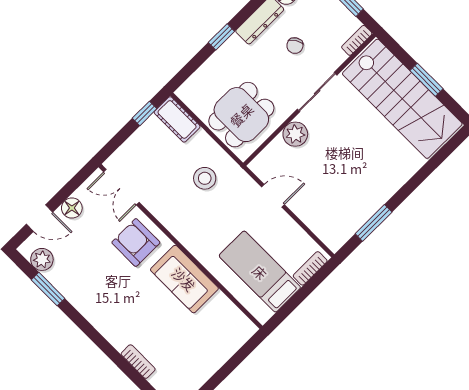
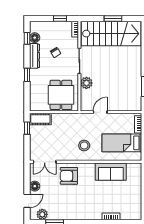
stool: (205, 178) -> (84, 145), moved
sofa: (184, 279) -> (111, 172), moved

